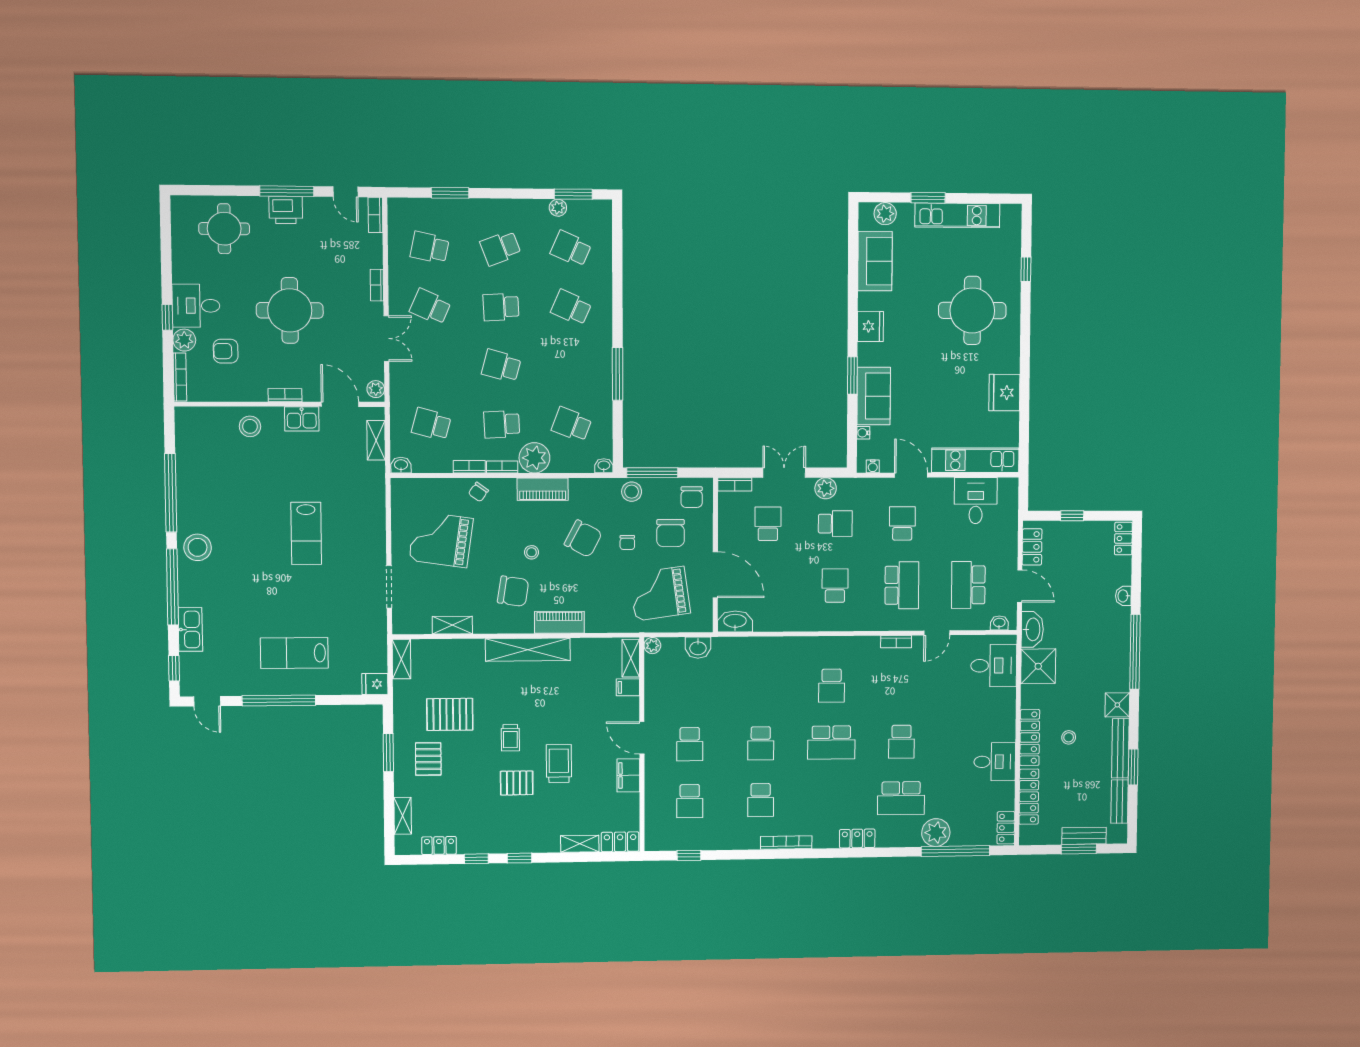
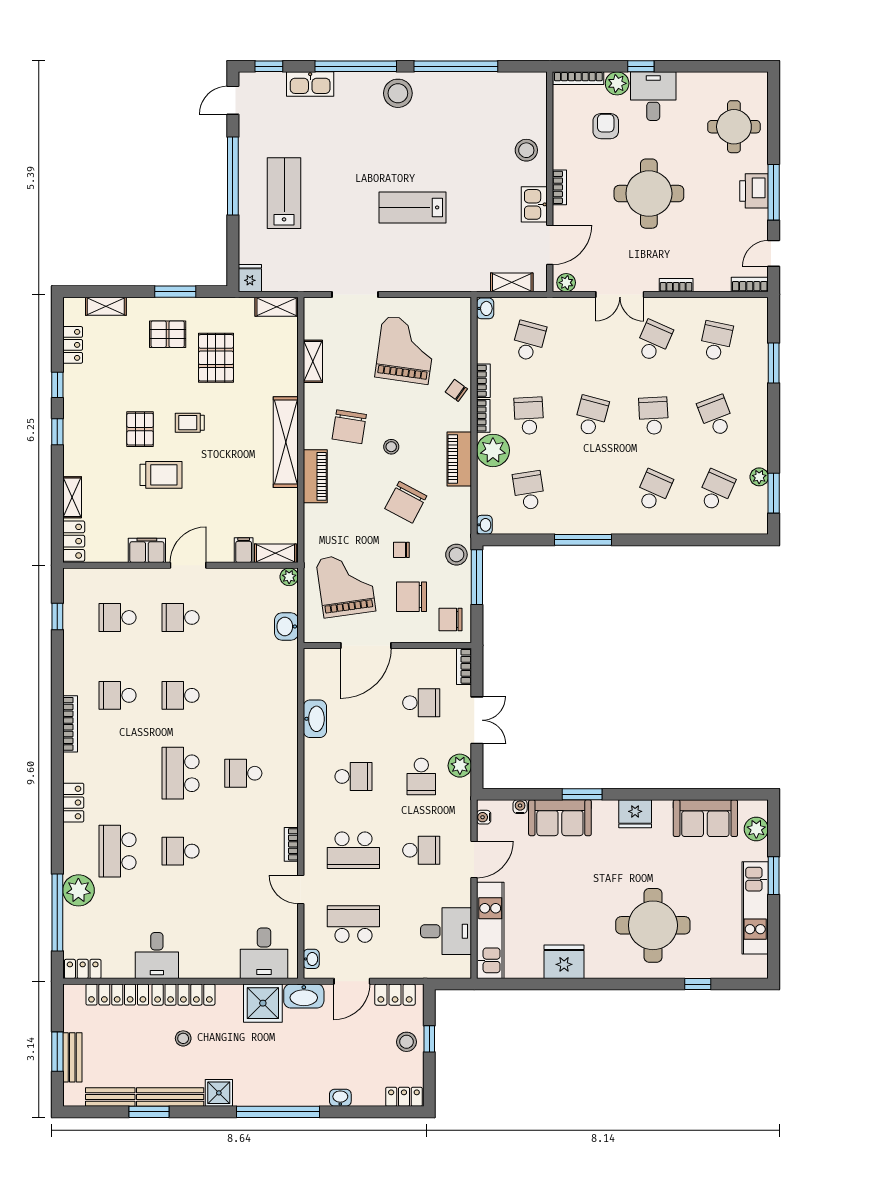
school desk: (572, 424) -> (529, 490), turned -30
stool: (1074, 536) -> (407, 1042), added
washbasin: (735, 621) -> (315, 719), moved

